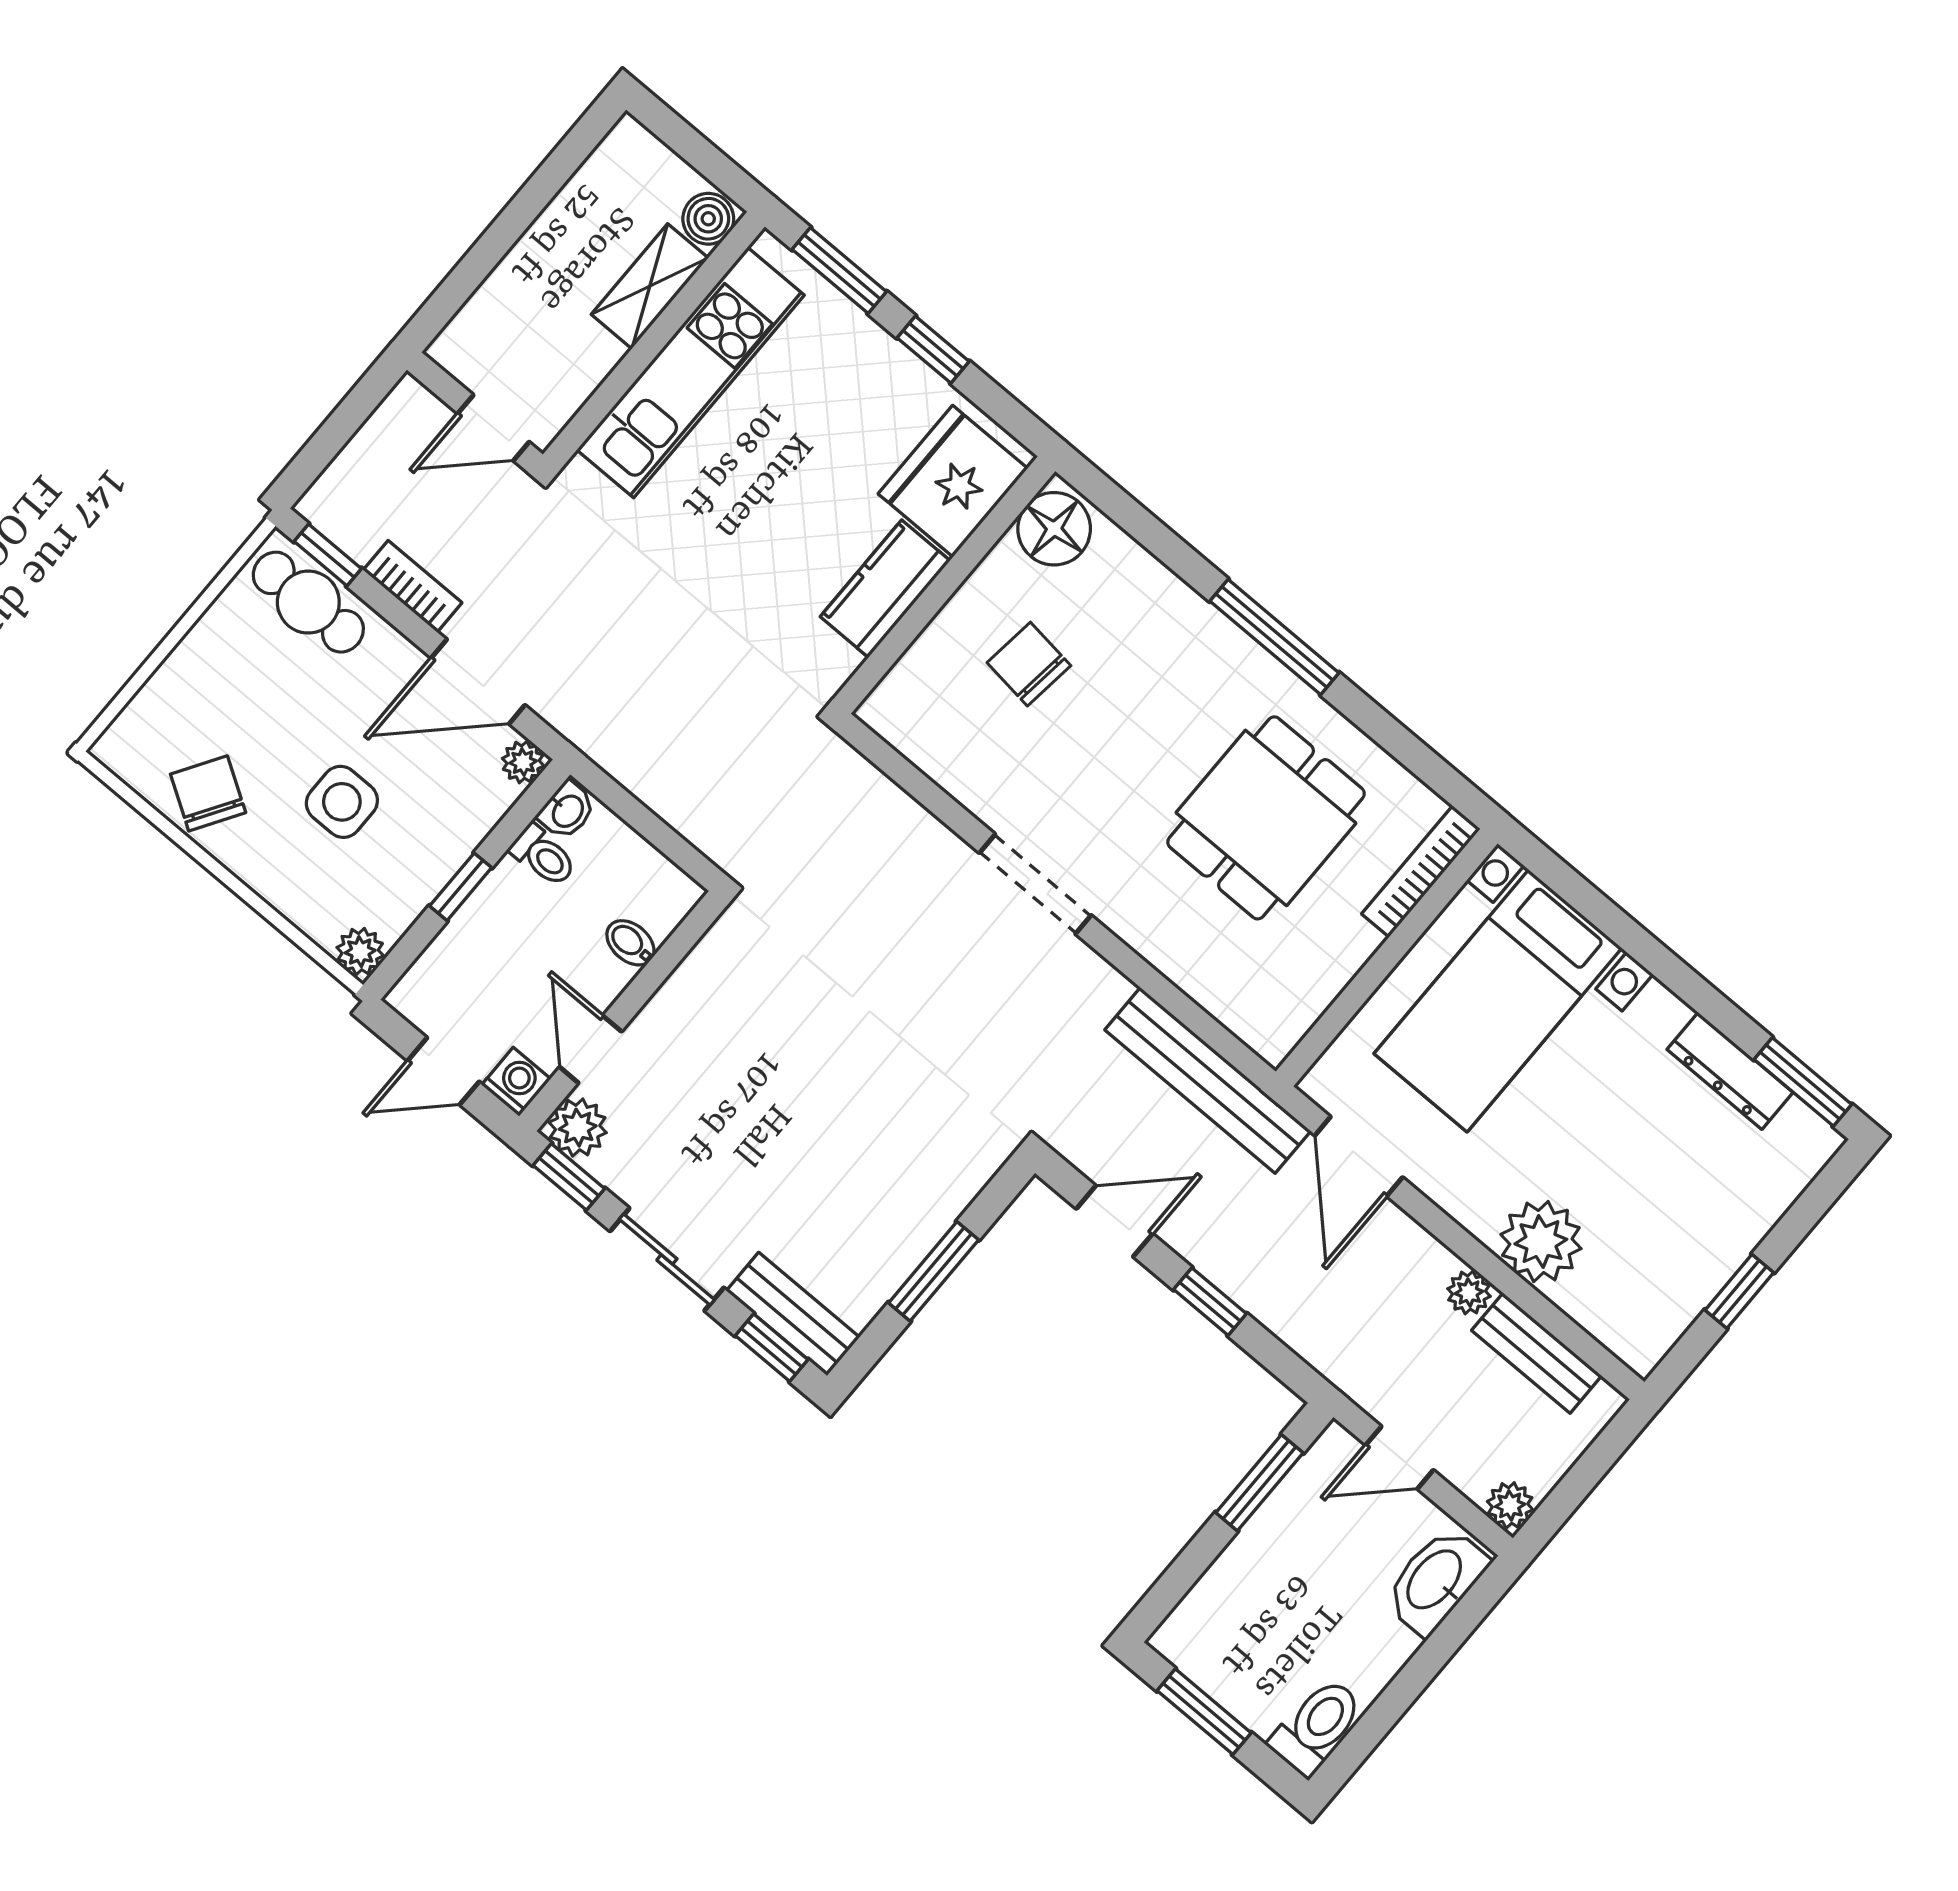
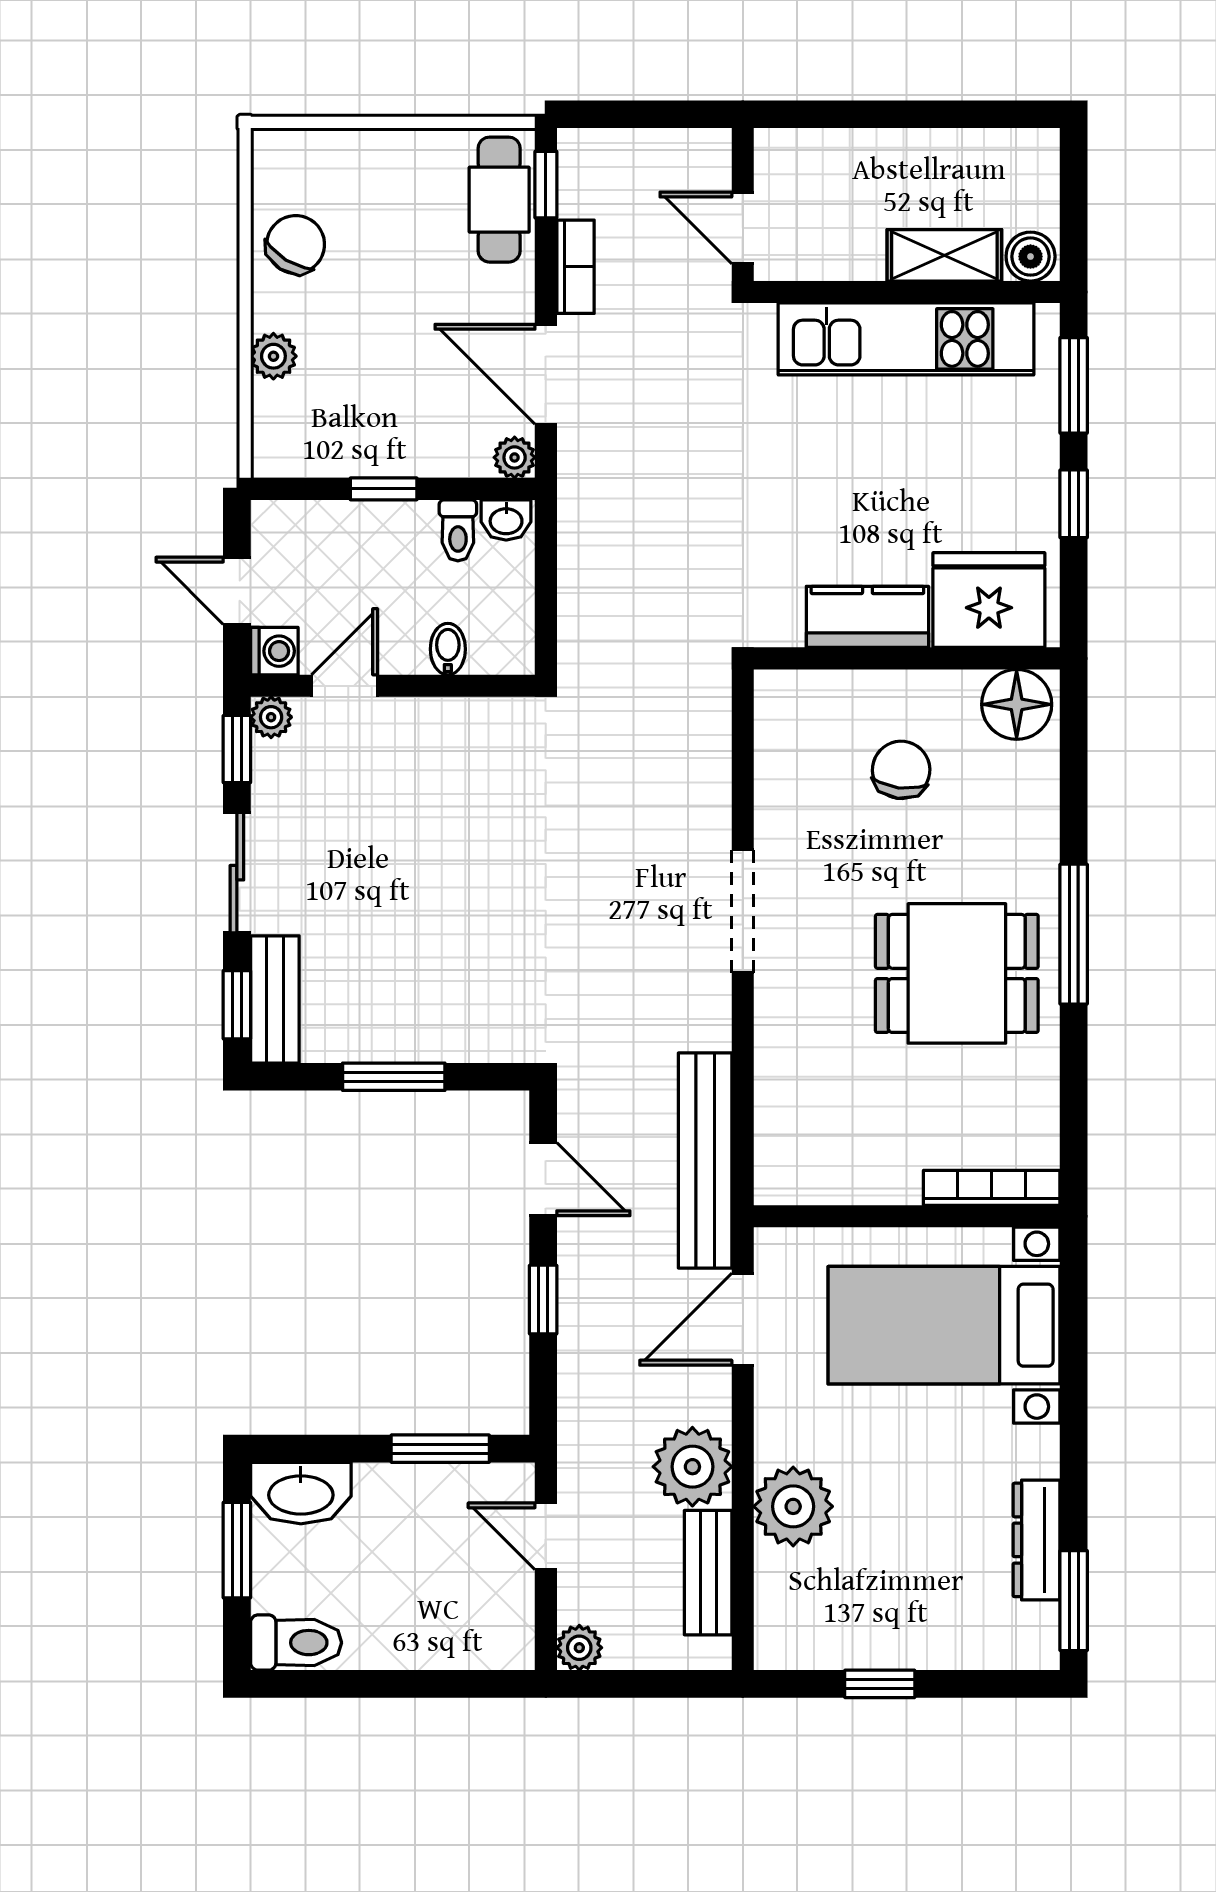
side table: (342, 802) -> (373, 349), removed
dining table: (1266, 818) -> (957, 973), moved
plant: (360, 952) -> (273, 356), moved
plant: (578, 1128) -> (271, 717), width x0.73, depth x0.73
plant: (1469, 1293) -> (692, 1467), width x1.87, depth x1.87
washbasin: (1436, 1581) -> (301, 1493), moved, turned 180

